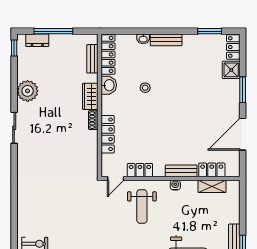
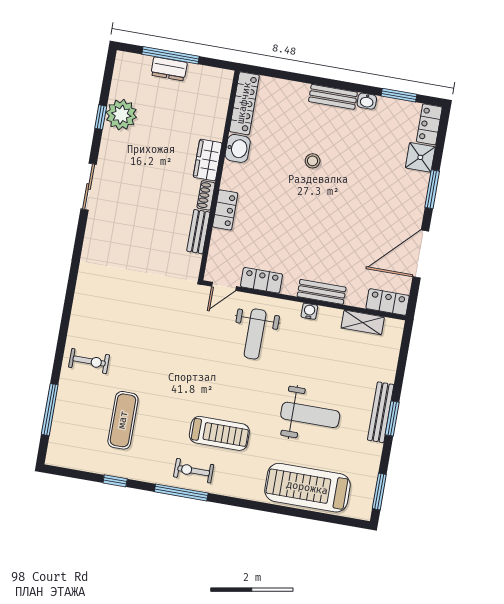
washbasin: (143, 39) -> (367, 101), moved
dresser: (37, 40) -> (169, 69), moved
window: (14, 48) -> (101, 117), moved
bench: (92, 59) -> (198, 232), moved
stool: (145, 88) -> (313, 161), moved
plant: (28, 91) -> (121, 115), moved
locker: (108, 134) -> (225, 210), width x0.66
locker: (212, 170) -> (388, 302), moved

